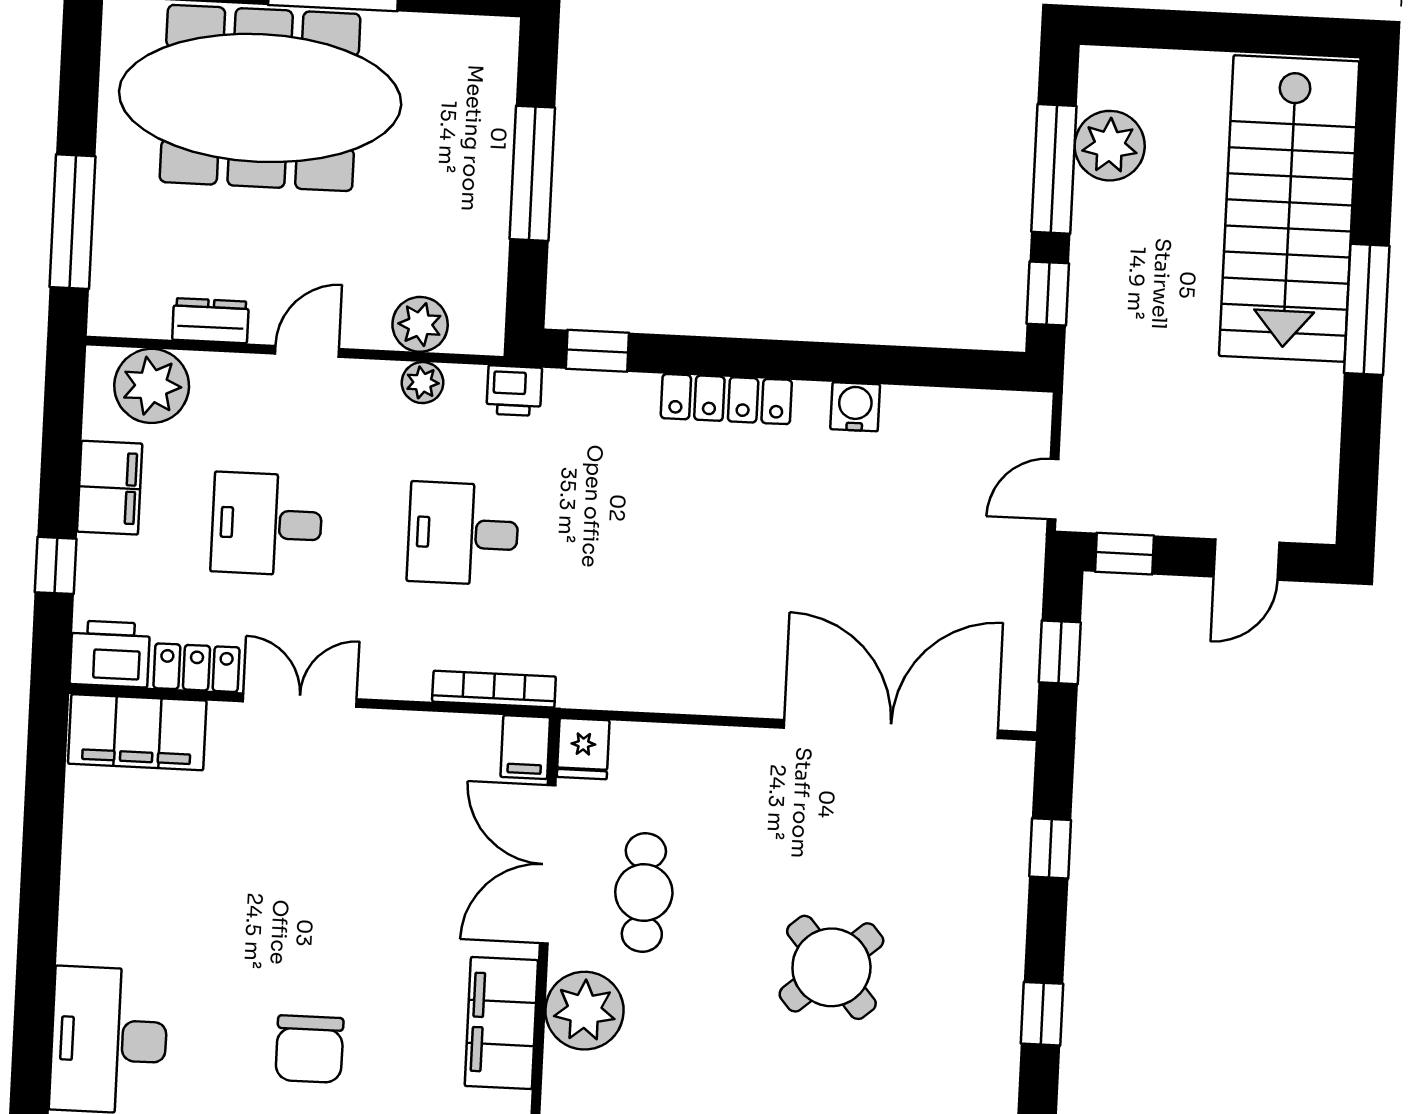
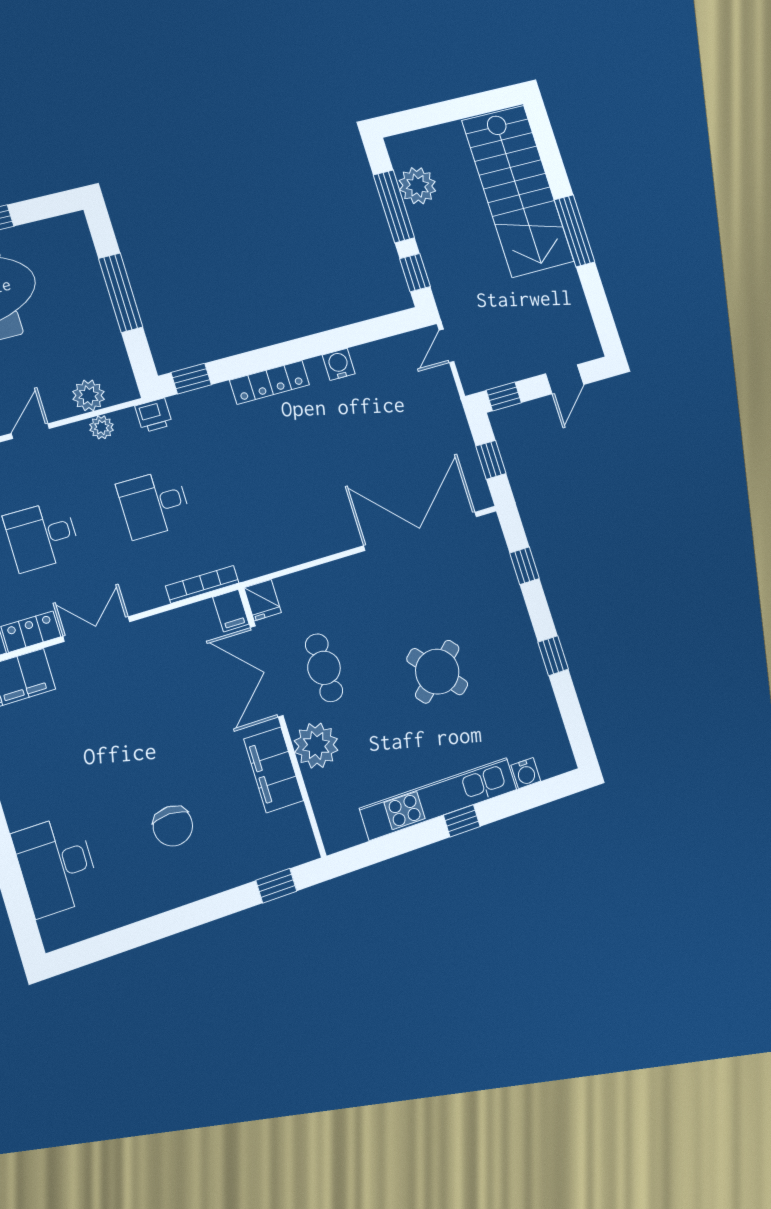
door: (1053, 489) -> (446, 346), moved

